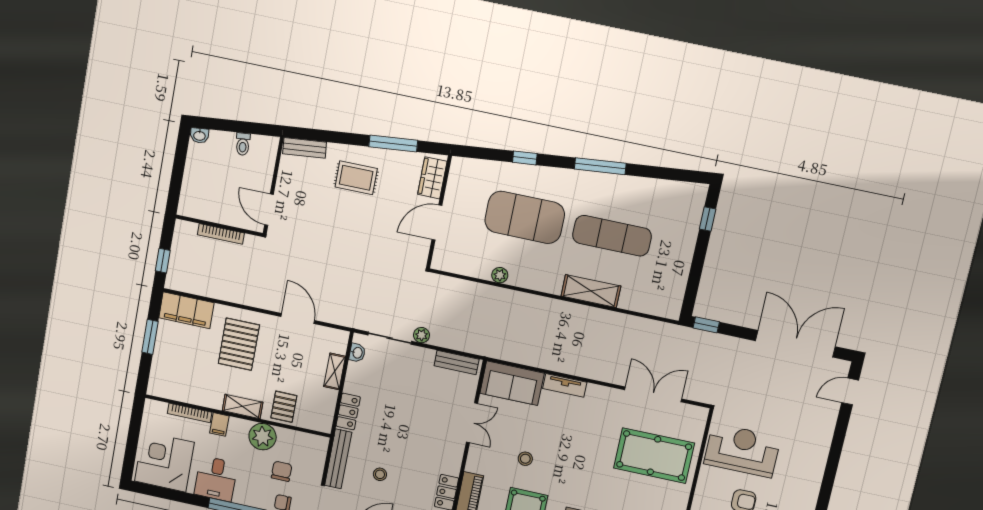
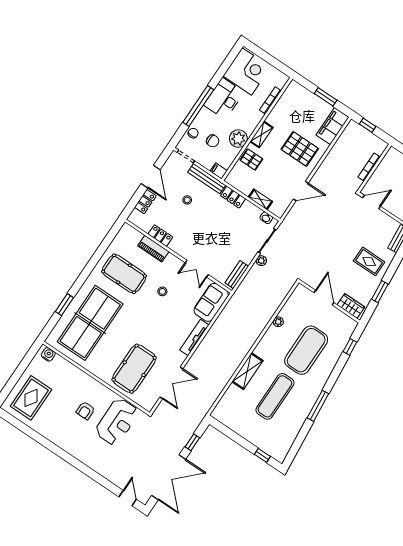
window: (393, 144) -> (380, 292), width x0.69
window: (525, 158) -> (350, 347), moved
rug: (356, 178) -> (369, 261), turned 90
window: (706, 325) -> (192, 442), moved
tv unit: (565, 385) -> (194, 338), width x1.41
filing cabinet: (219, 424) -> (219, 171), moved
desk: (216, 479) -> (224, 99), width x1.37

